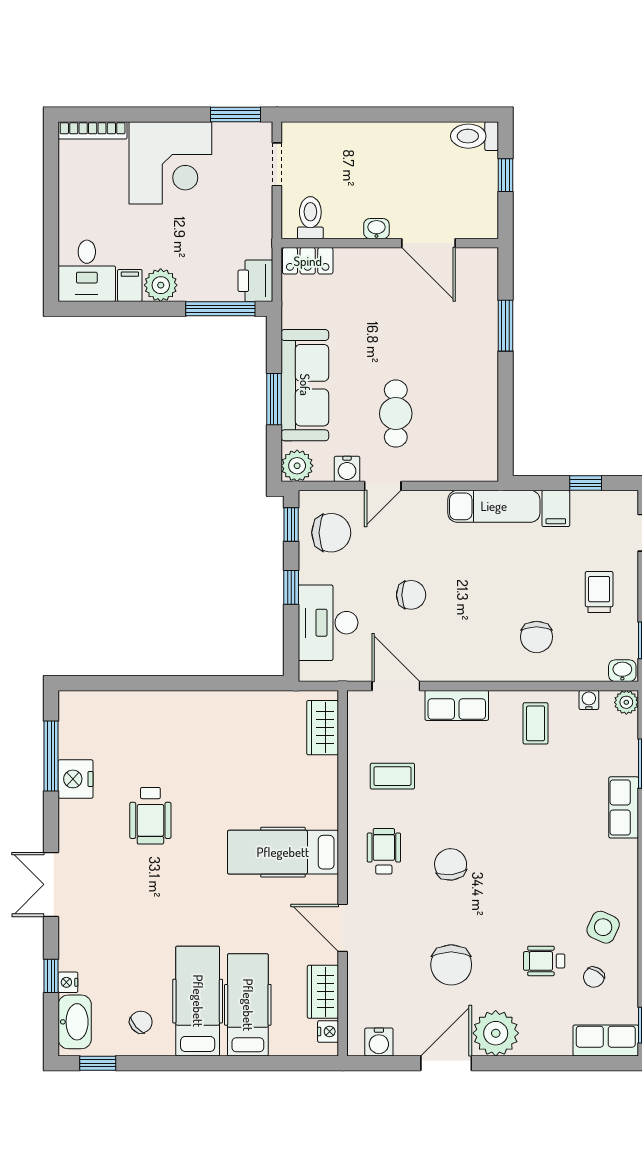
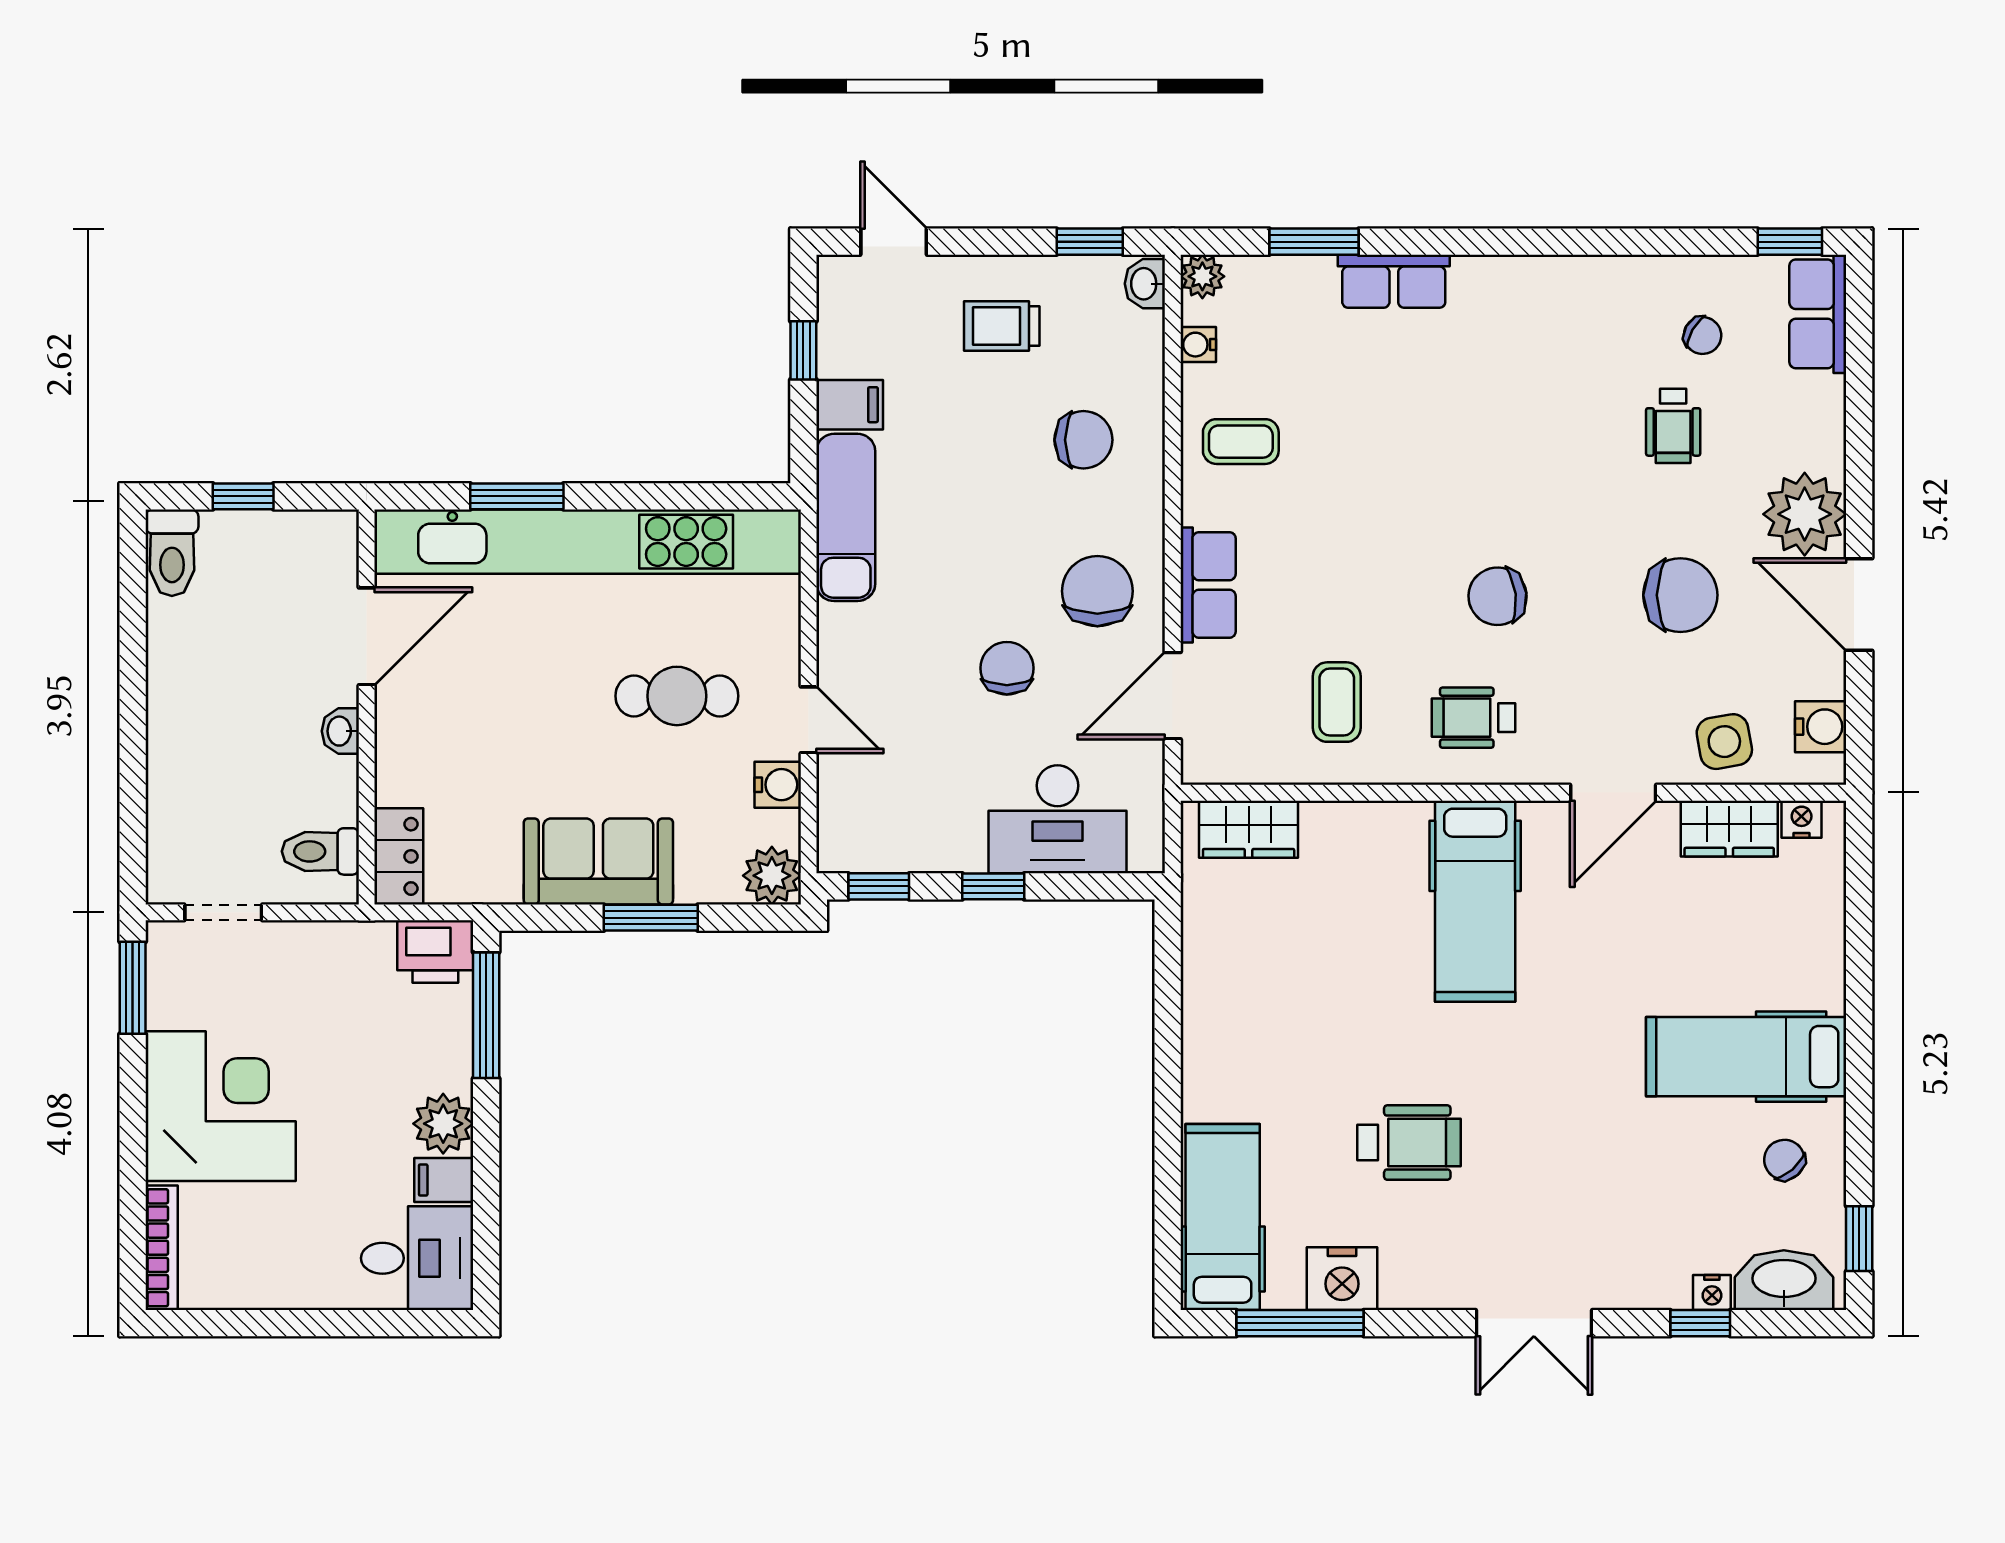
kitchen unit: (481, 365) -> (588, 542), added
sofa: (305, 385) -> (598, 861), width x0.73
chair: (331, 533) -> (1097, 591), moved
side table: (603, 927) -> (1724, 742), moved, turned -35
hospital bed: (248, 1005) -> (1223, 1217), moved, turned 90

